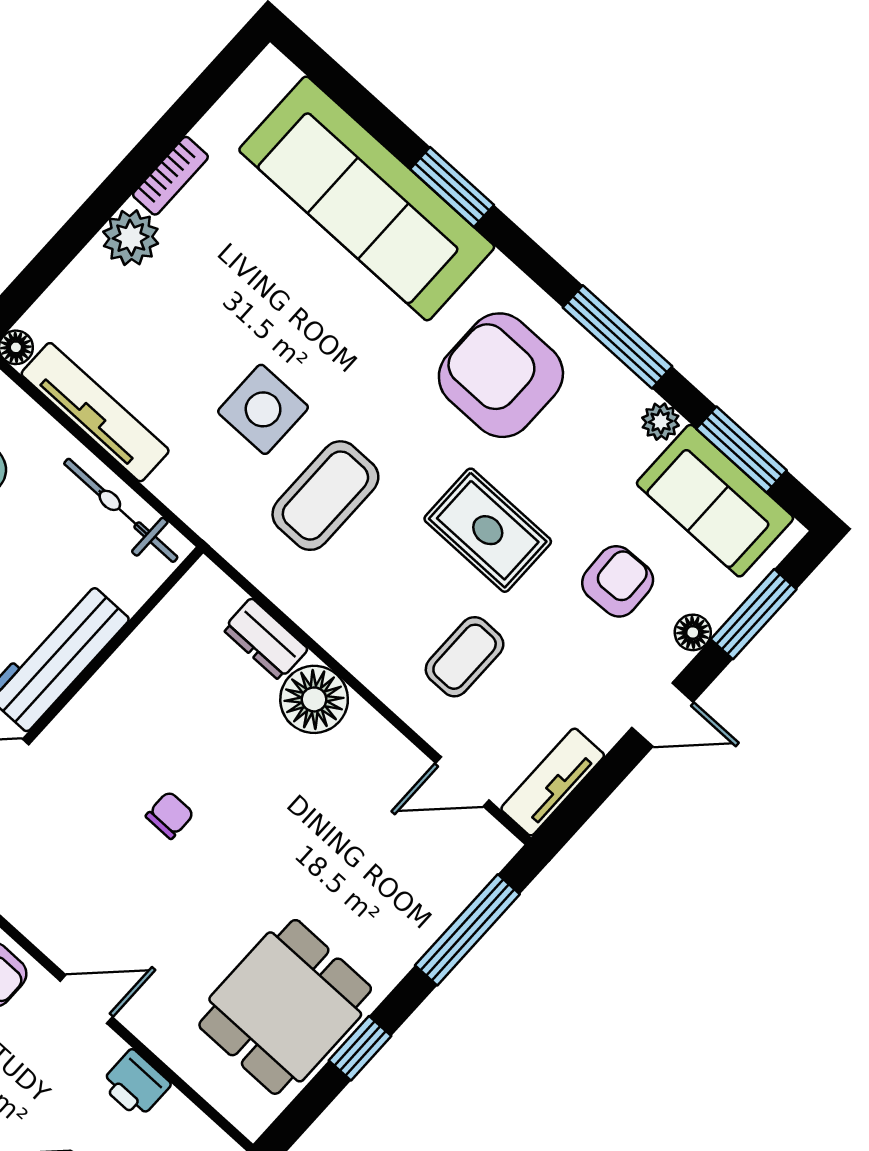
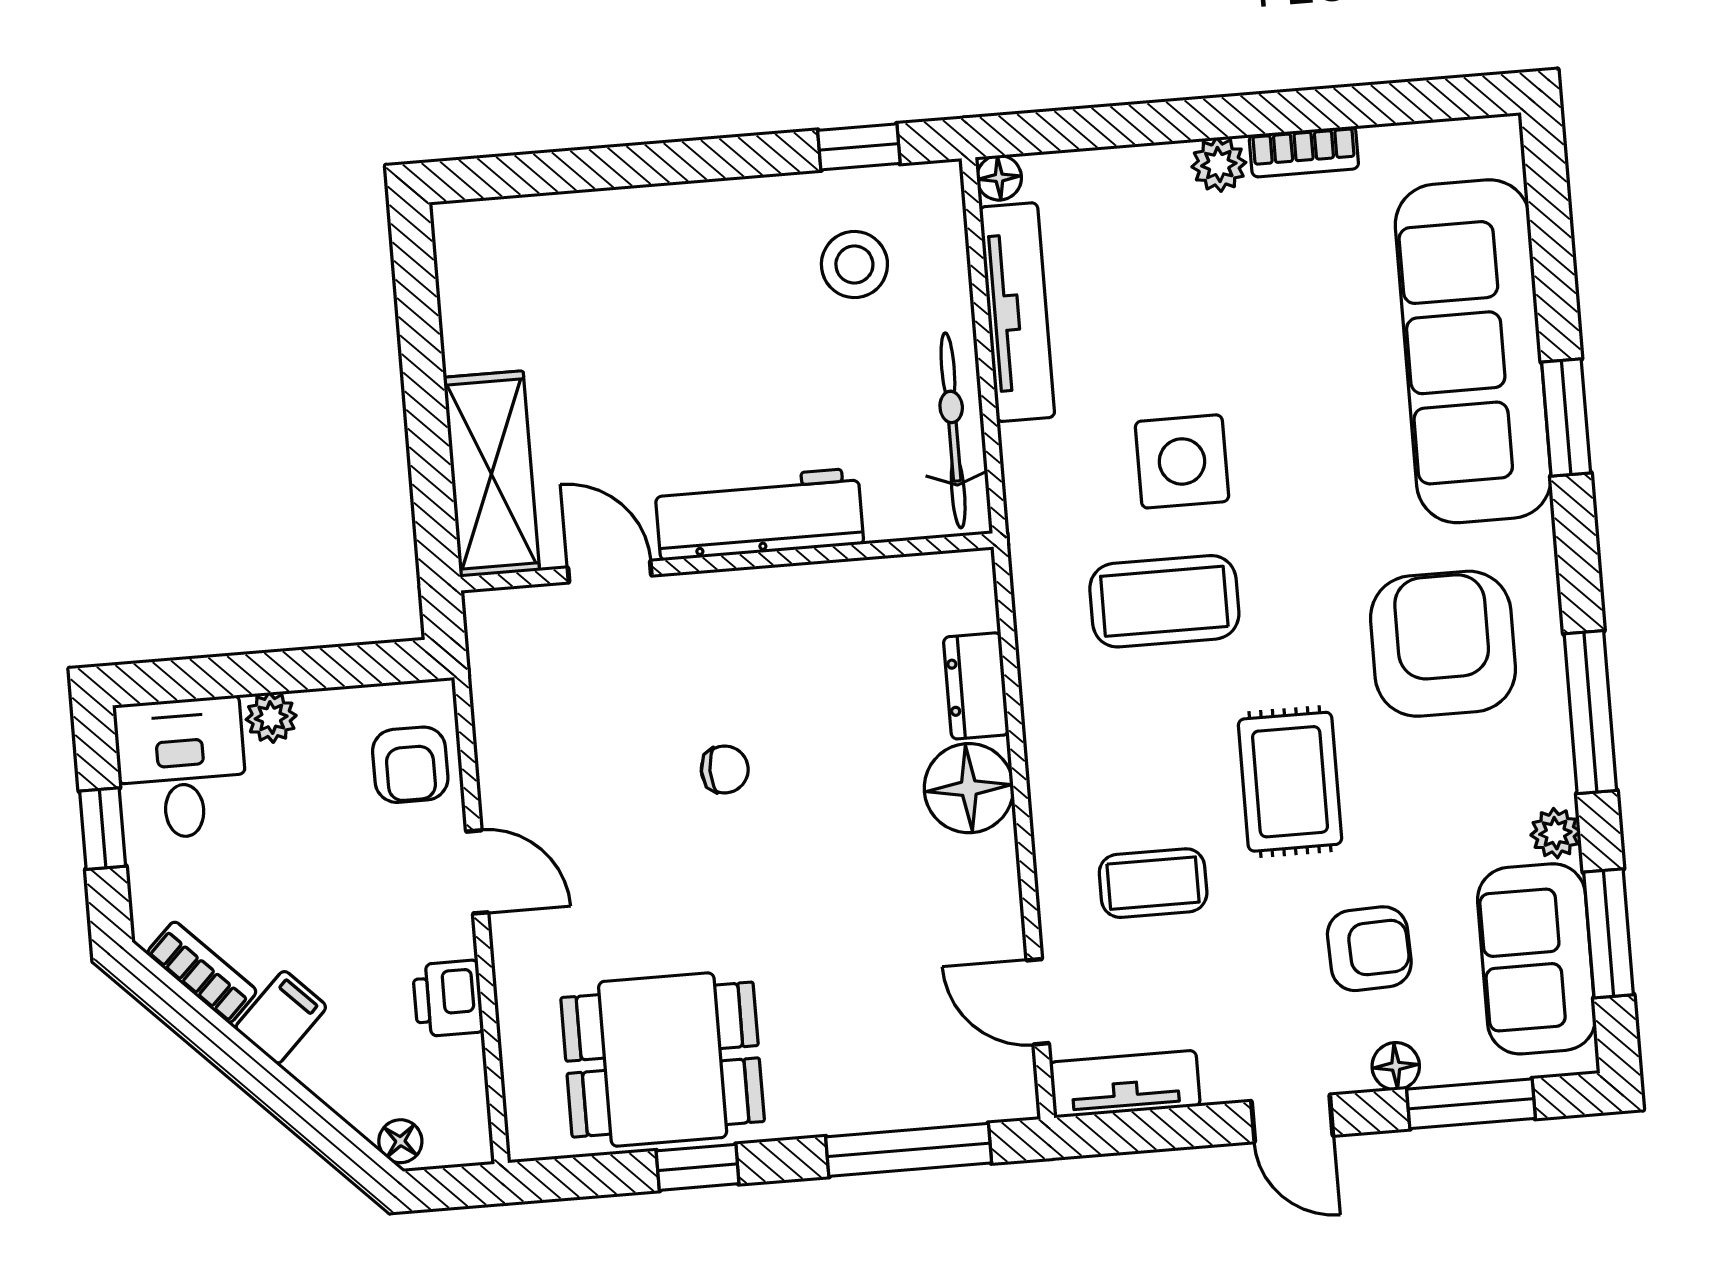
plant: (131, 238) -> (1219, 165), width x0.73, depth x0.73

